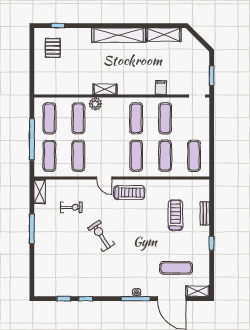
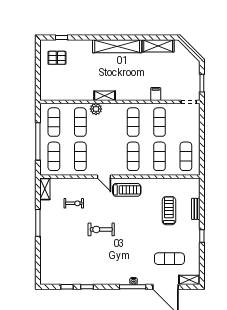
pallet: (53, 48) -> (57, 58), turned 90
exercise bike: (101, 236) -> (101, 229), turned -57

